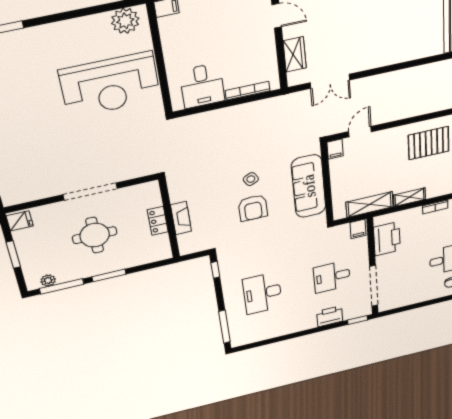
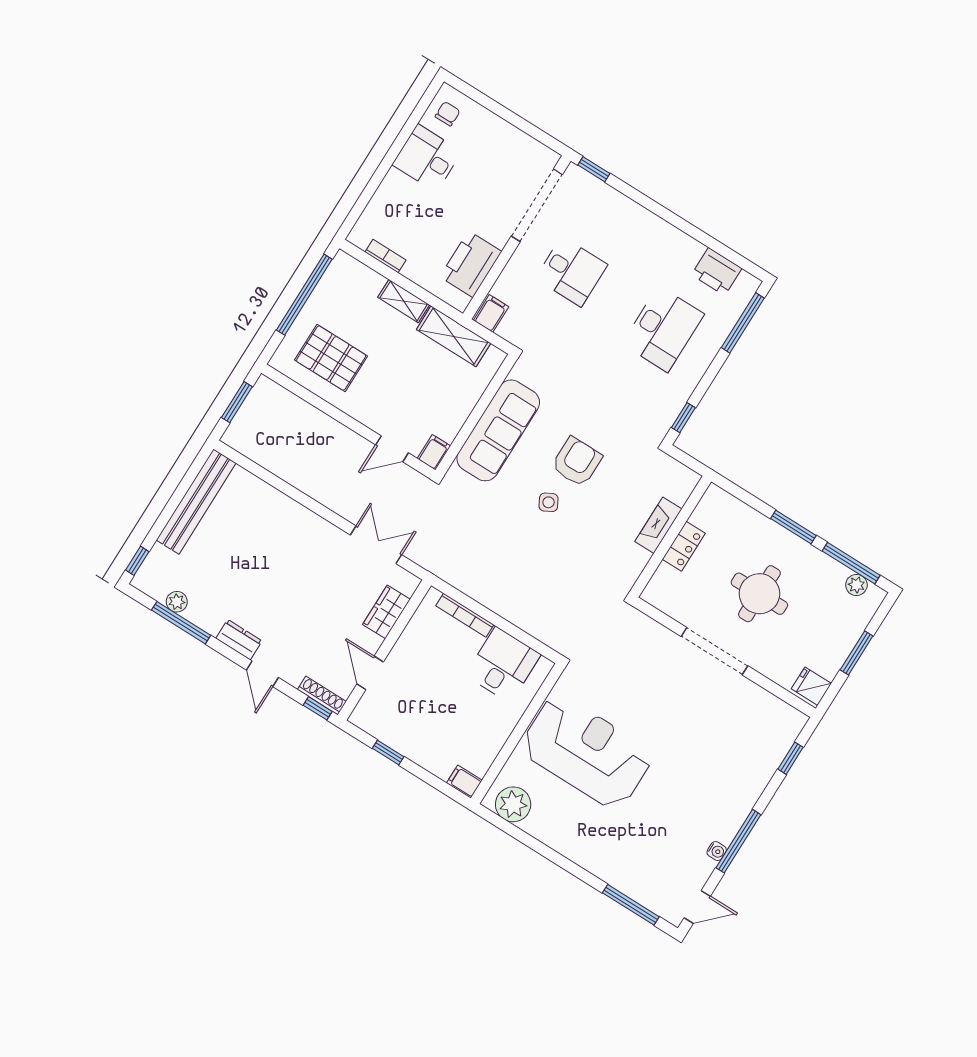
printer: (330, 316) -> (717, 272), moved

